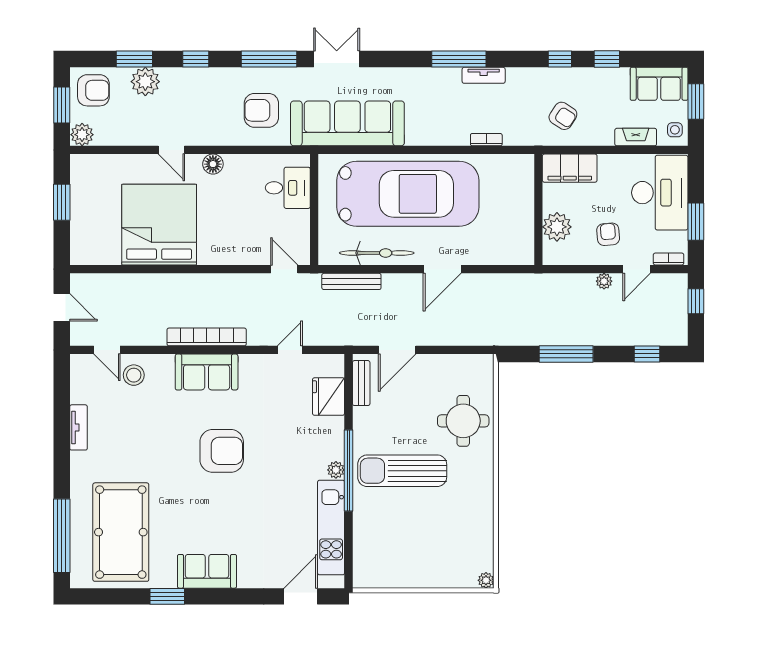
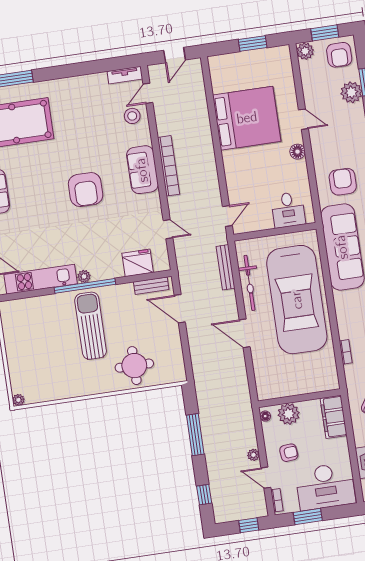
door: (171, 150) -> (303, 119), swing flipped
floor lamp: (555, 258) -> (265, 416), added
tv unit: (78, 427) -> (125, 75), moved

